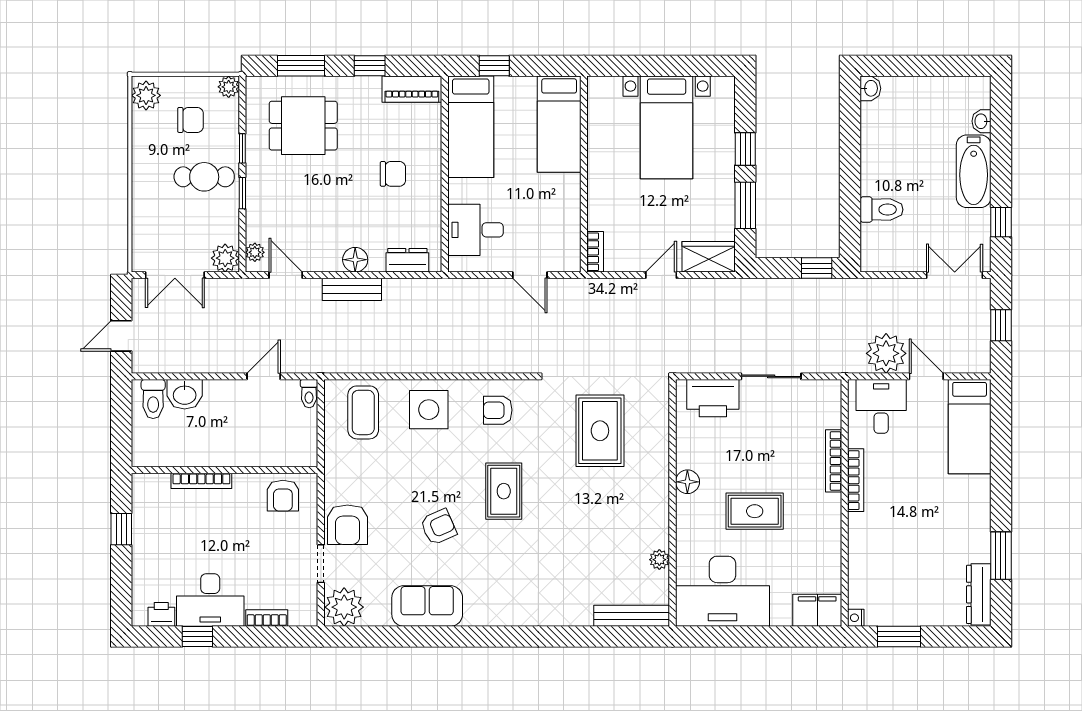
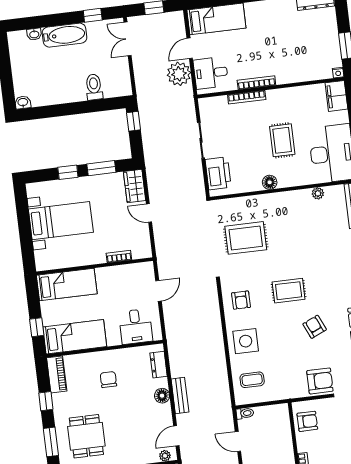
bookcase: (595, 252) -> (119, 256), moved
coffee table: (363, 412) -> (252, 380), width x0.73, depth x0.77

